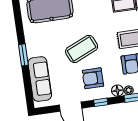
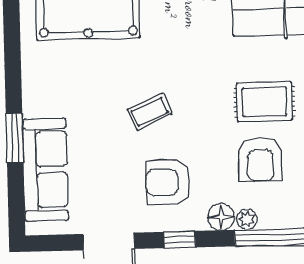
coffee table: (82, 49) -> (150, 112), width x0.54, depth x0.58
window: (23, 55) -> (15, 138), moved

